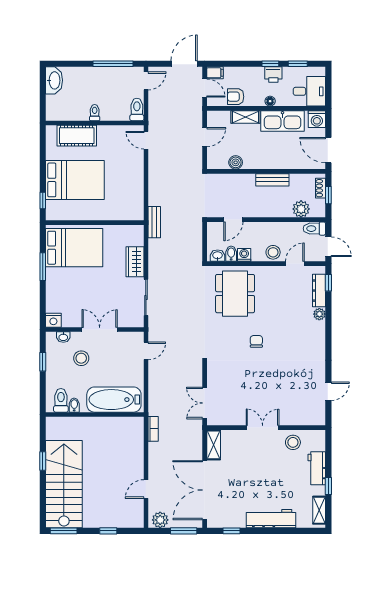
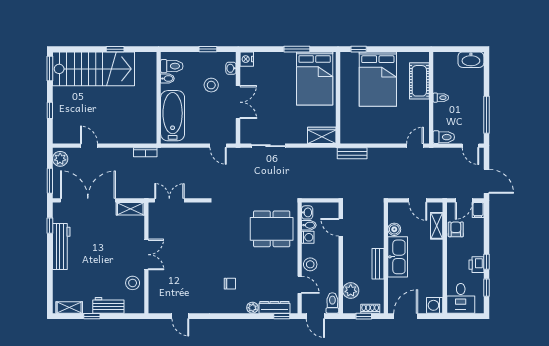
floor lamp: (270, 101) -> (451, 262), removed
shelving: (245, 117) -> (437, 226), moved
kitchen sink: (282, 121) -> (398, 257), moved, turned 180
bench: (154, 222) -> (352, 153), moved
door: (328, 247) -> (315, 316), hinge flipped
wardrobe: (135, 262) -> (322, 135), moved
chair: (256, 341) -> (230, 284), moved
workbench: (271, 519) -> (61, 247), moved

